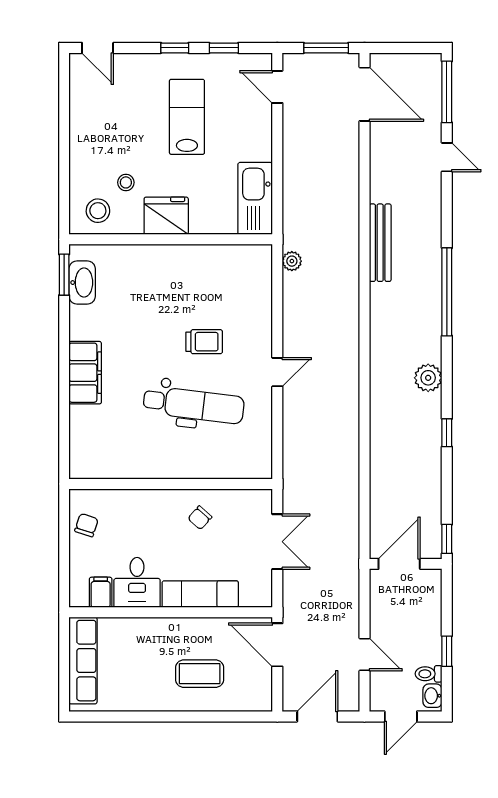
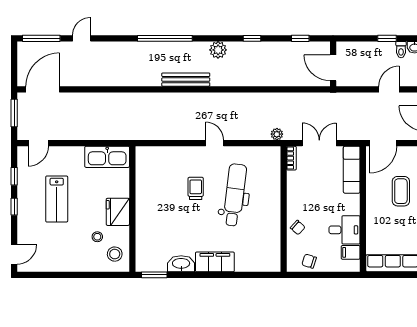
lab bench: (187, 117) -> (57, 199), turned -90
bench: (380, 243) -> (186, 80), moved
plant: (292, 261) -> (277, 134), moved
washbasin: (82, 283) -> (181, 264), moved
bookcase: (253, 497) -> (291, 158), added
chair: (200, 518) -> (298, 227), moved
window: (447, 539) -> (300, 38), moved
exam couch: (200, 594) -> (352, 170), moved

